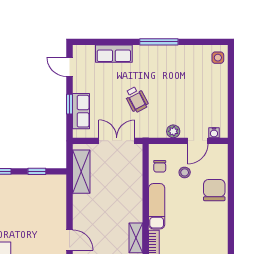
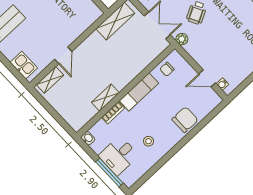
plant: (173, 131) -> (182, 39), moved
stool: (185, 172) -> (149, 141), moved

